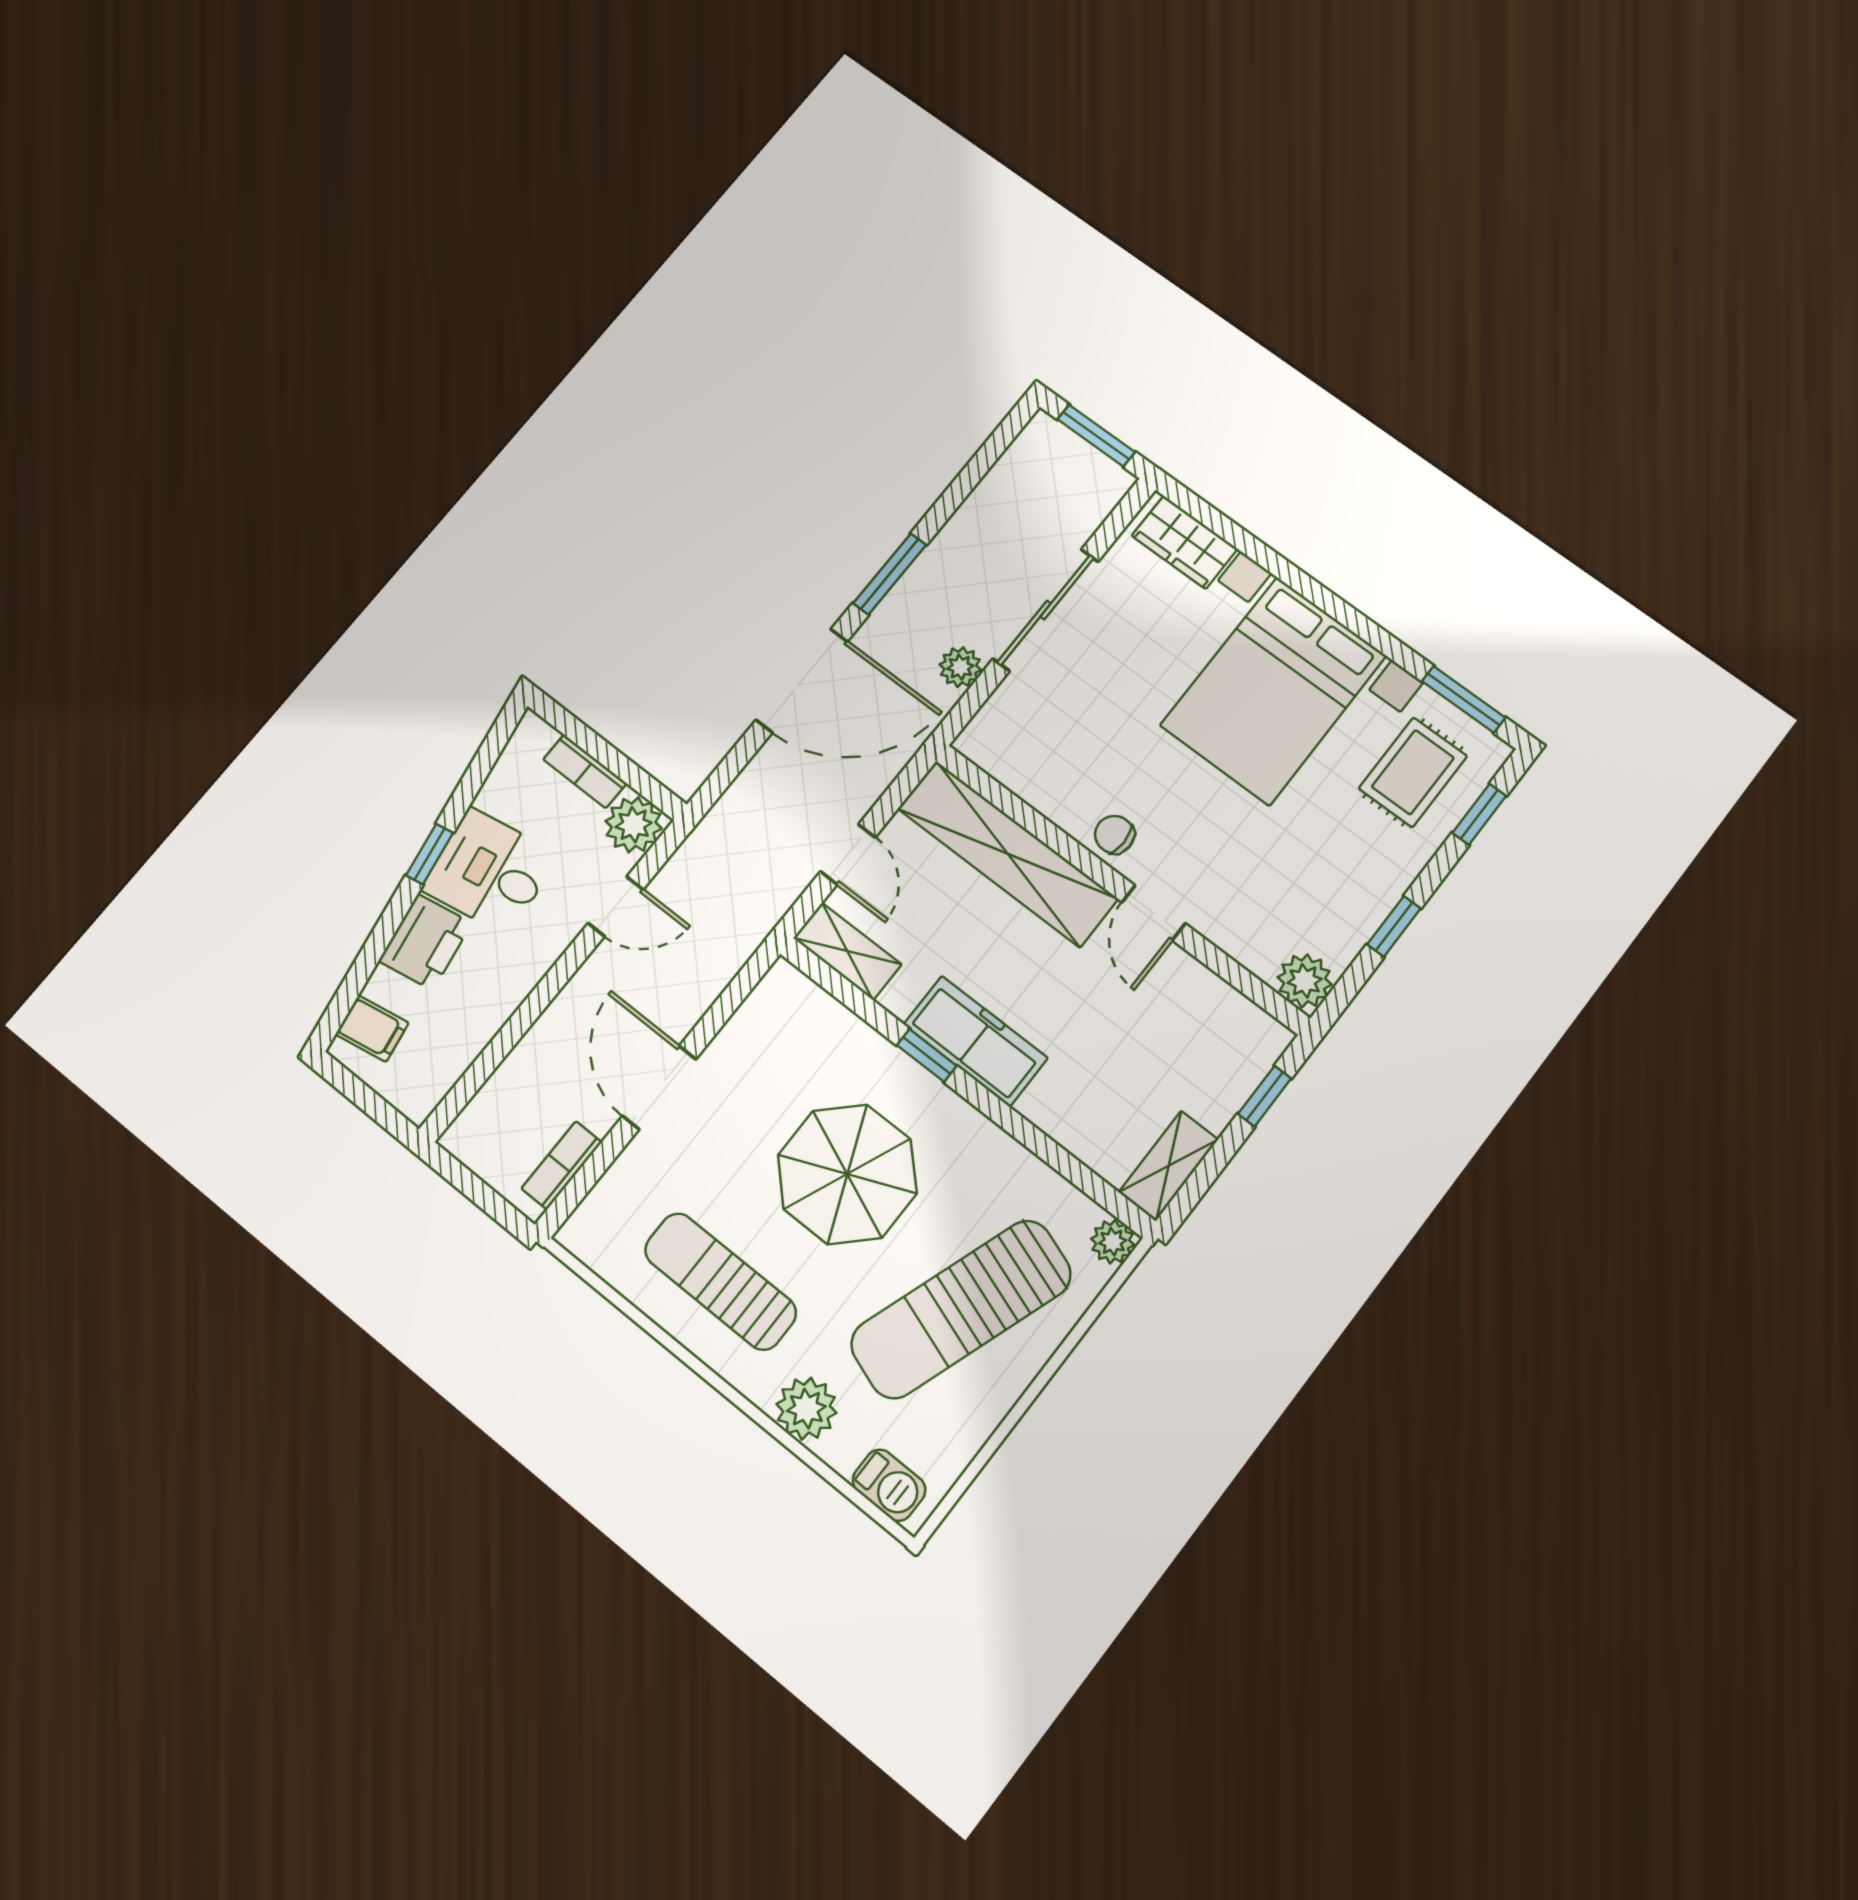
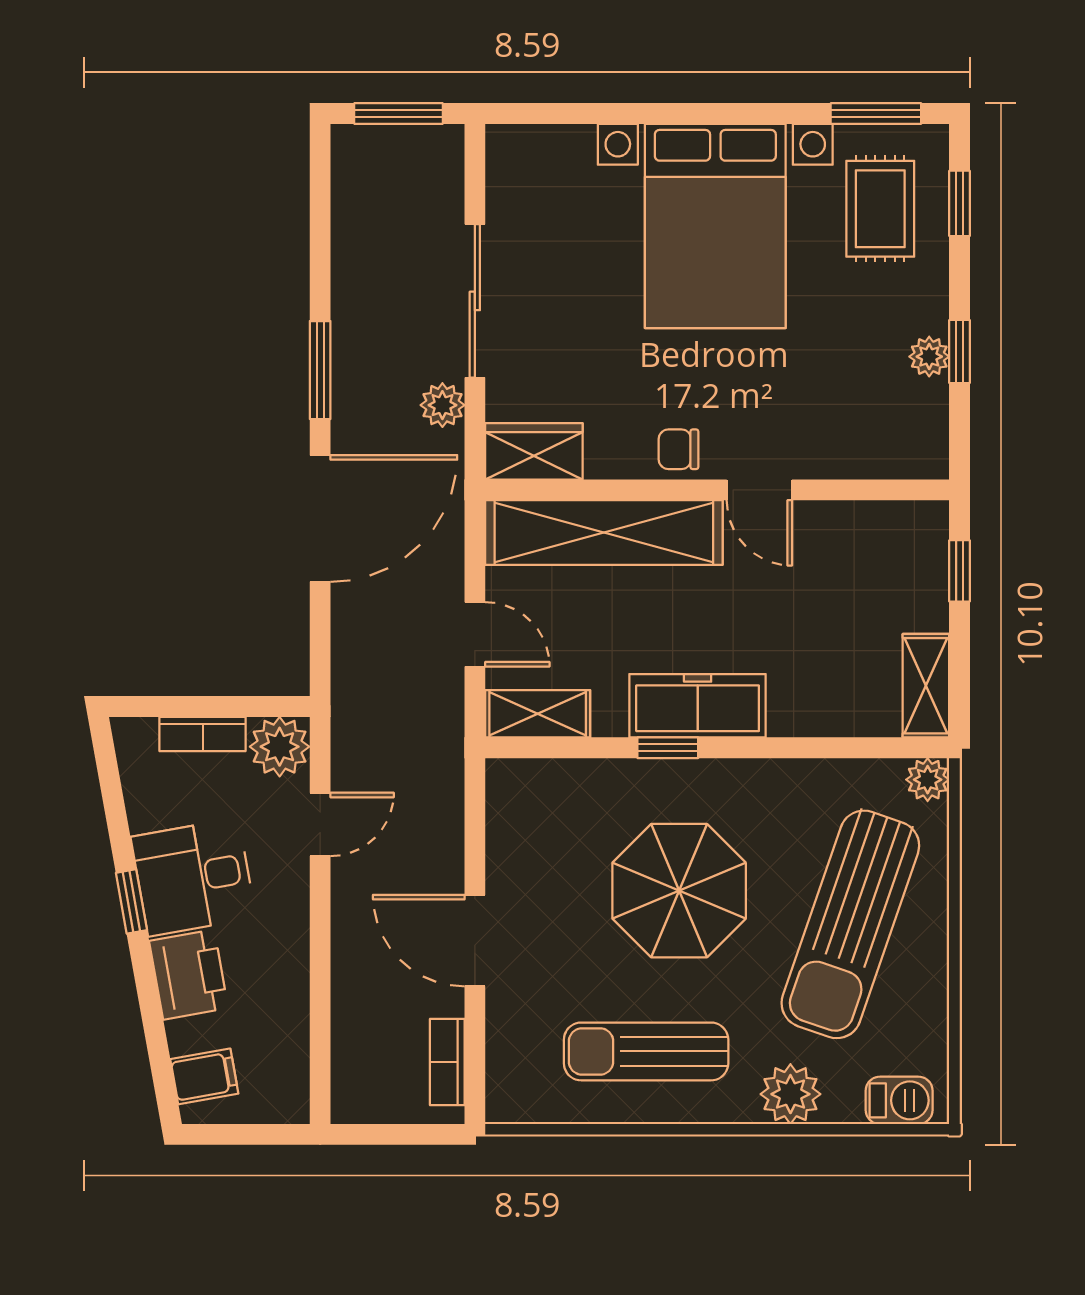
wardrobe: (1185, 542) -> (534, 451), moved, turned 180
plant: (1305, 981) -> (929, 357), moved, width x0.73, depth x0.73

